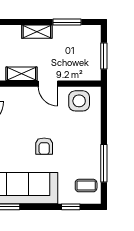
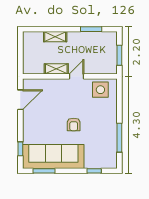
shelving: (37, 32) -> (55, 37), moved
door: (48, 84) -> (77, 76), swing flipped
coffee table: (86, 186) -> (106, 155), removed

